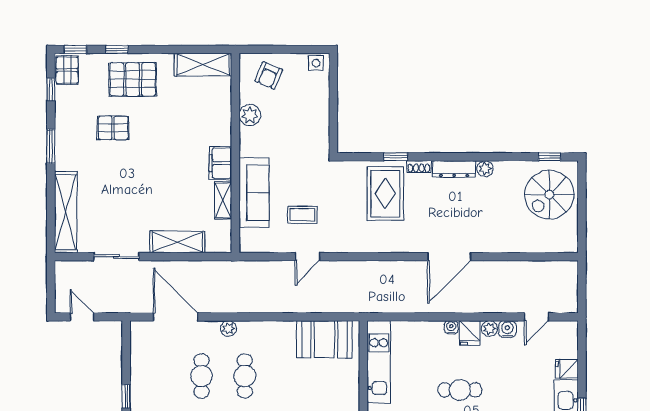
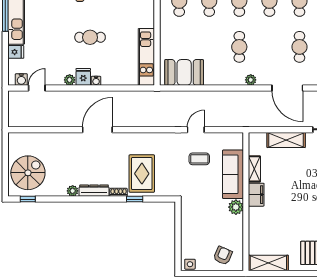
plant: (250, 115) -> (236, 207), moved
water cooler: (507, 329) -> (21, 79), moved
cafe table: (201, 376) -> (299, 47), moved

